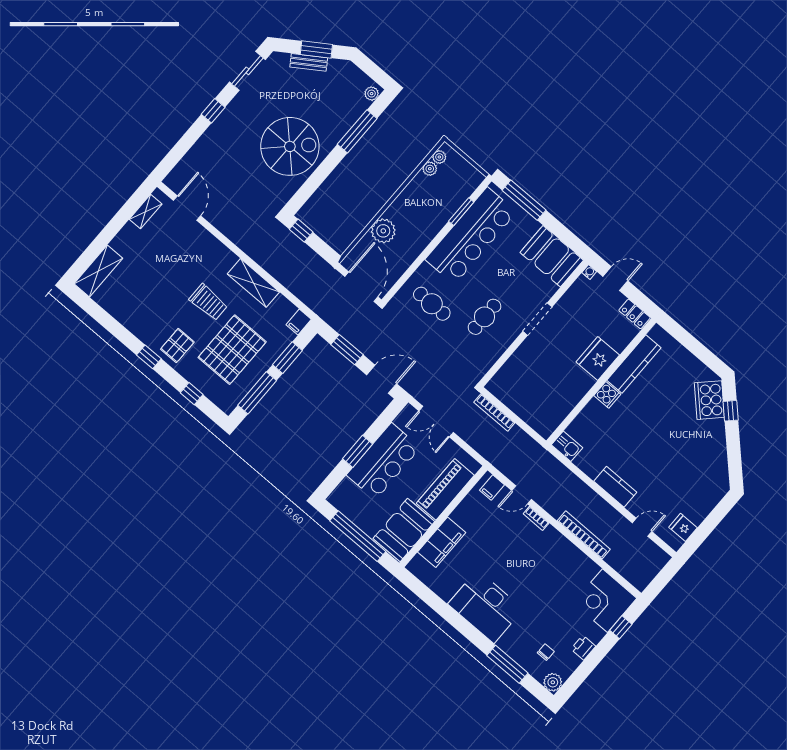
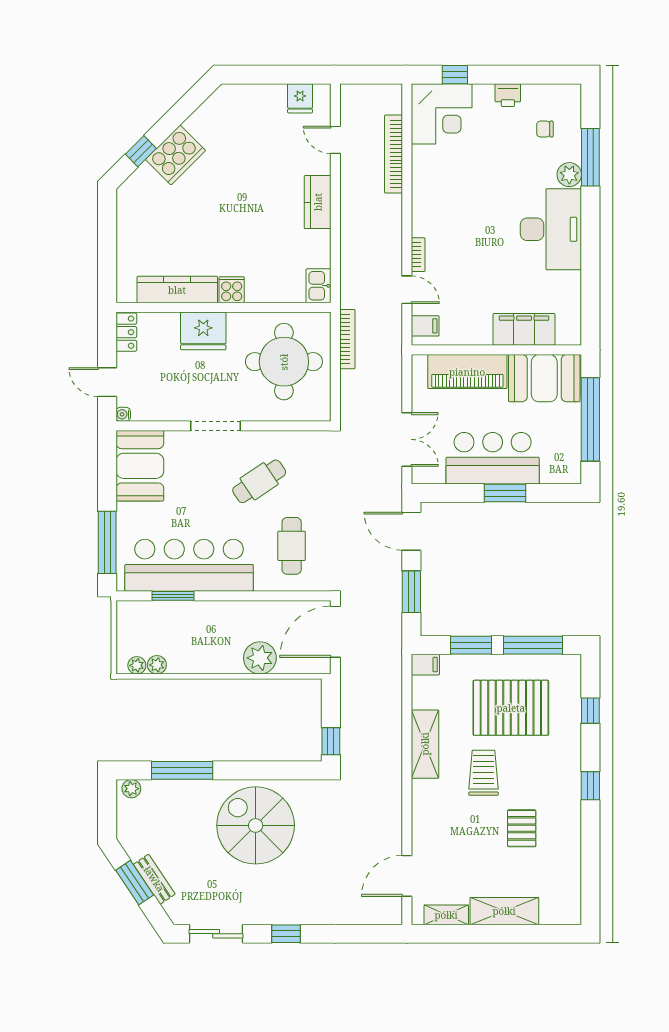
shelving: (98, 271) -> (504, 911), moved
cafe table: (484, 317) -> (259, 481), turned -34
pallet: (177, 346) -> (522, 828), moved, turned 90
round table: (541, 389) -> (284, 362), added
cooker: (709, 400) -> (176, 155), moved
bookcase: (494, 413) -> (347, 339), moved
bookcase: (584, 535) -> (394, 154), moved
plant: (553, 682) -> (569, 175), moved

